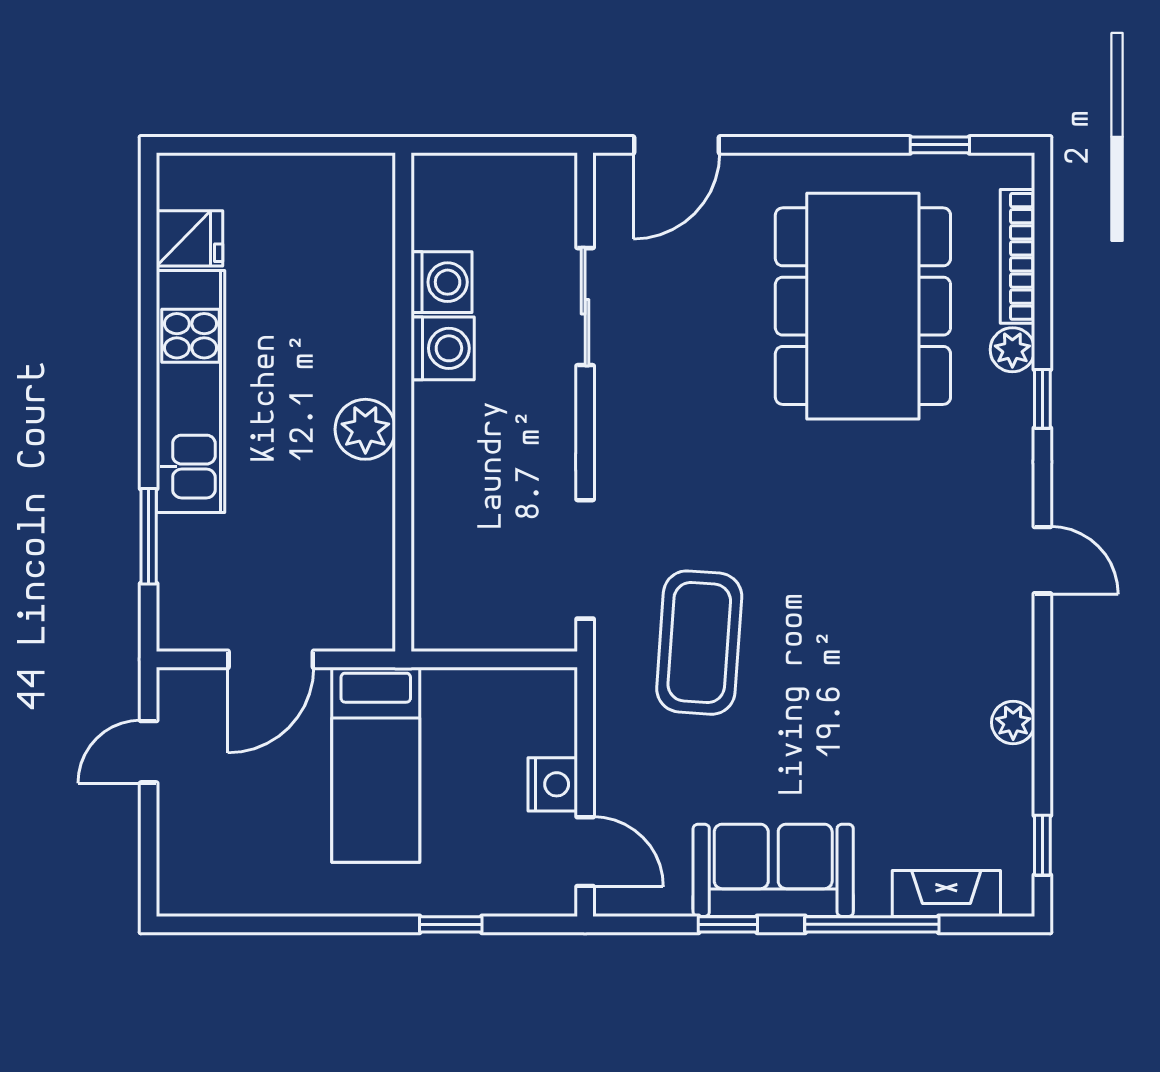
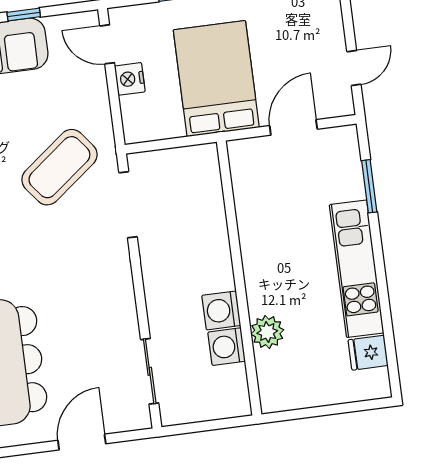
door: (677, 145) -> (82, 442), moved
sliding door: (585, 307) -> (150, 371), moved
plant: (365, 429) -> (267, 332), moved
coffee table: (699, 643) -> (59, 167), turned 48
bed: (376, 765) -> (216, 79), width x1.50

